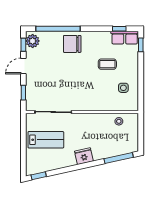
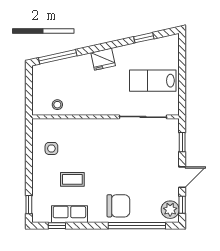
row of seats: (125, 38) -> (69, 214), moved
window: (39, 176) -> (144, 38), moved

